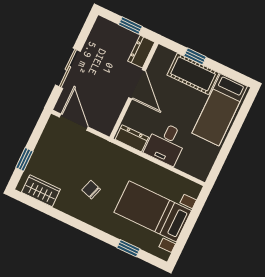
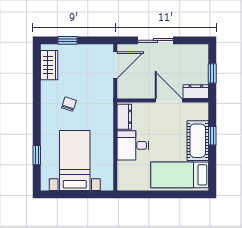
door: (137, 84) -> (169, 101), swing flipped

